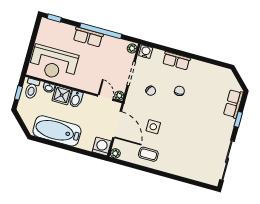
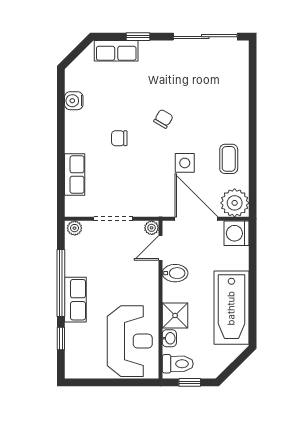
window: (54, 18) -> (61, 339), moved
water cooler: (146, 52) -> (74, 101), moved
row of seats: (176, 61) -> (75, 175), moved
chair: (151, 91) -> (163, 119), moved
bidet: (76, 99) -> (175, 273), moved
door: (117, 124) -> (196, 219), hinge flipped
plant: (115, 153) -> (235, 203), width x1.87, depth x1.87

